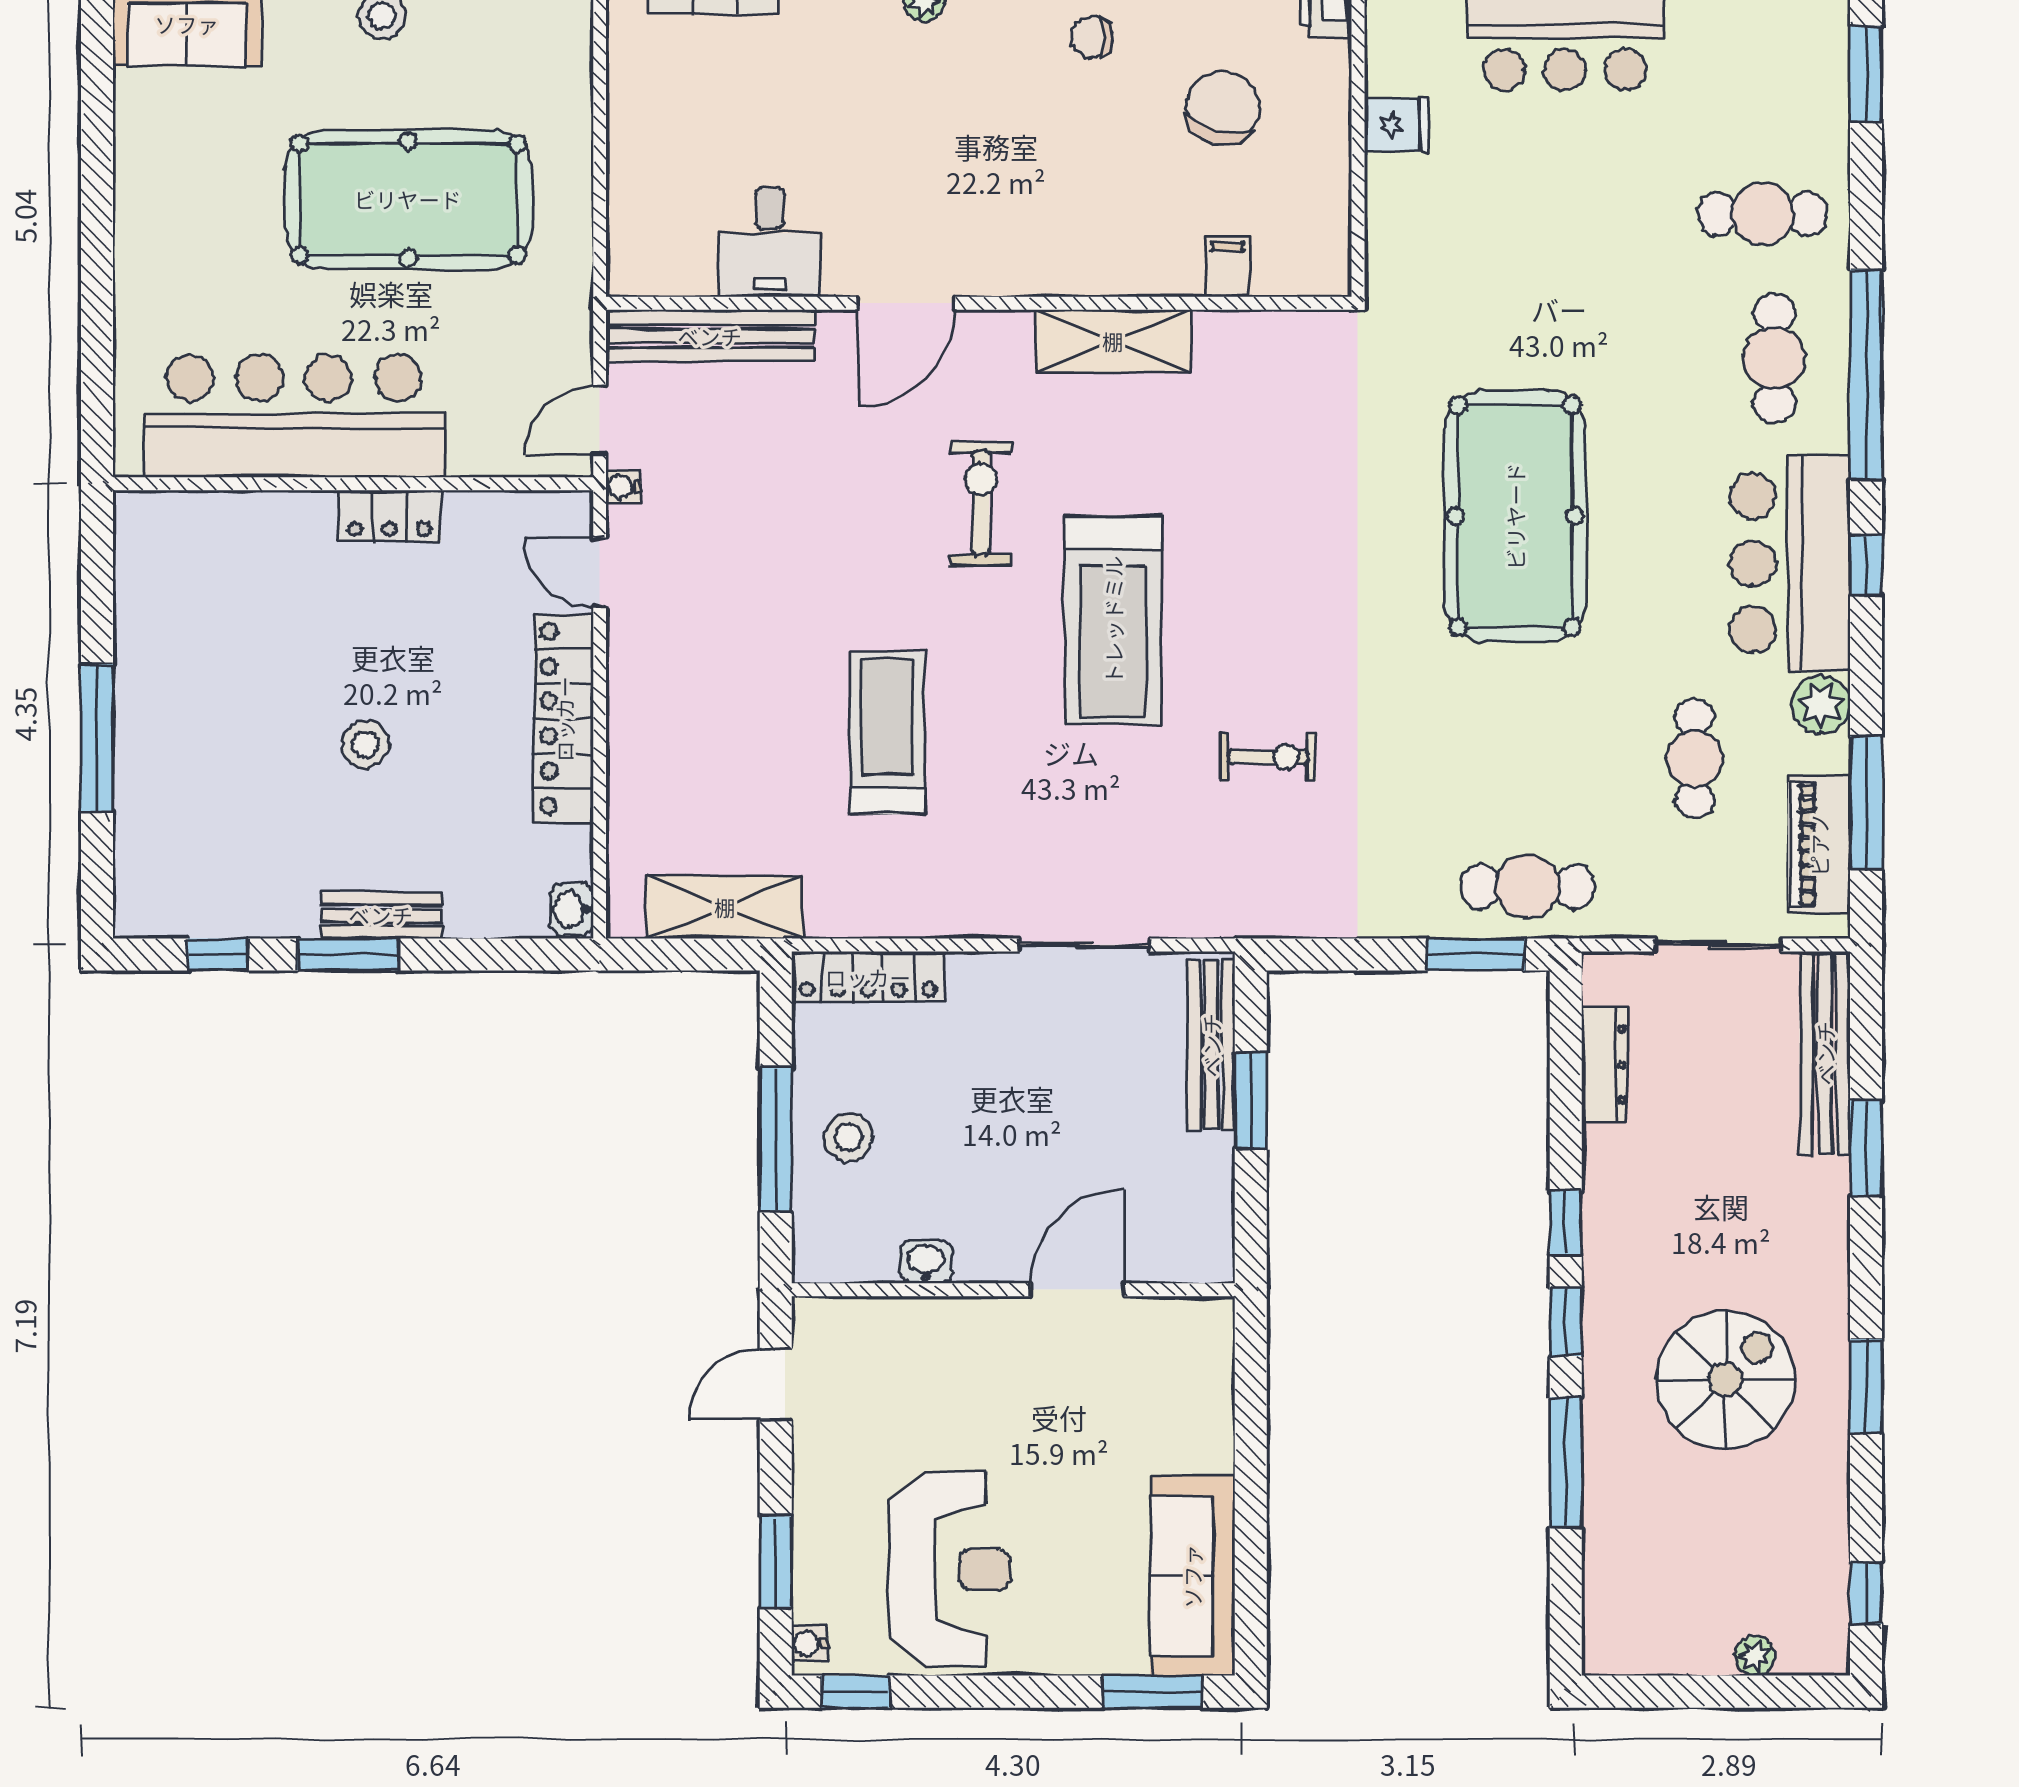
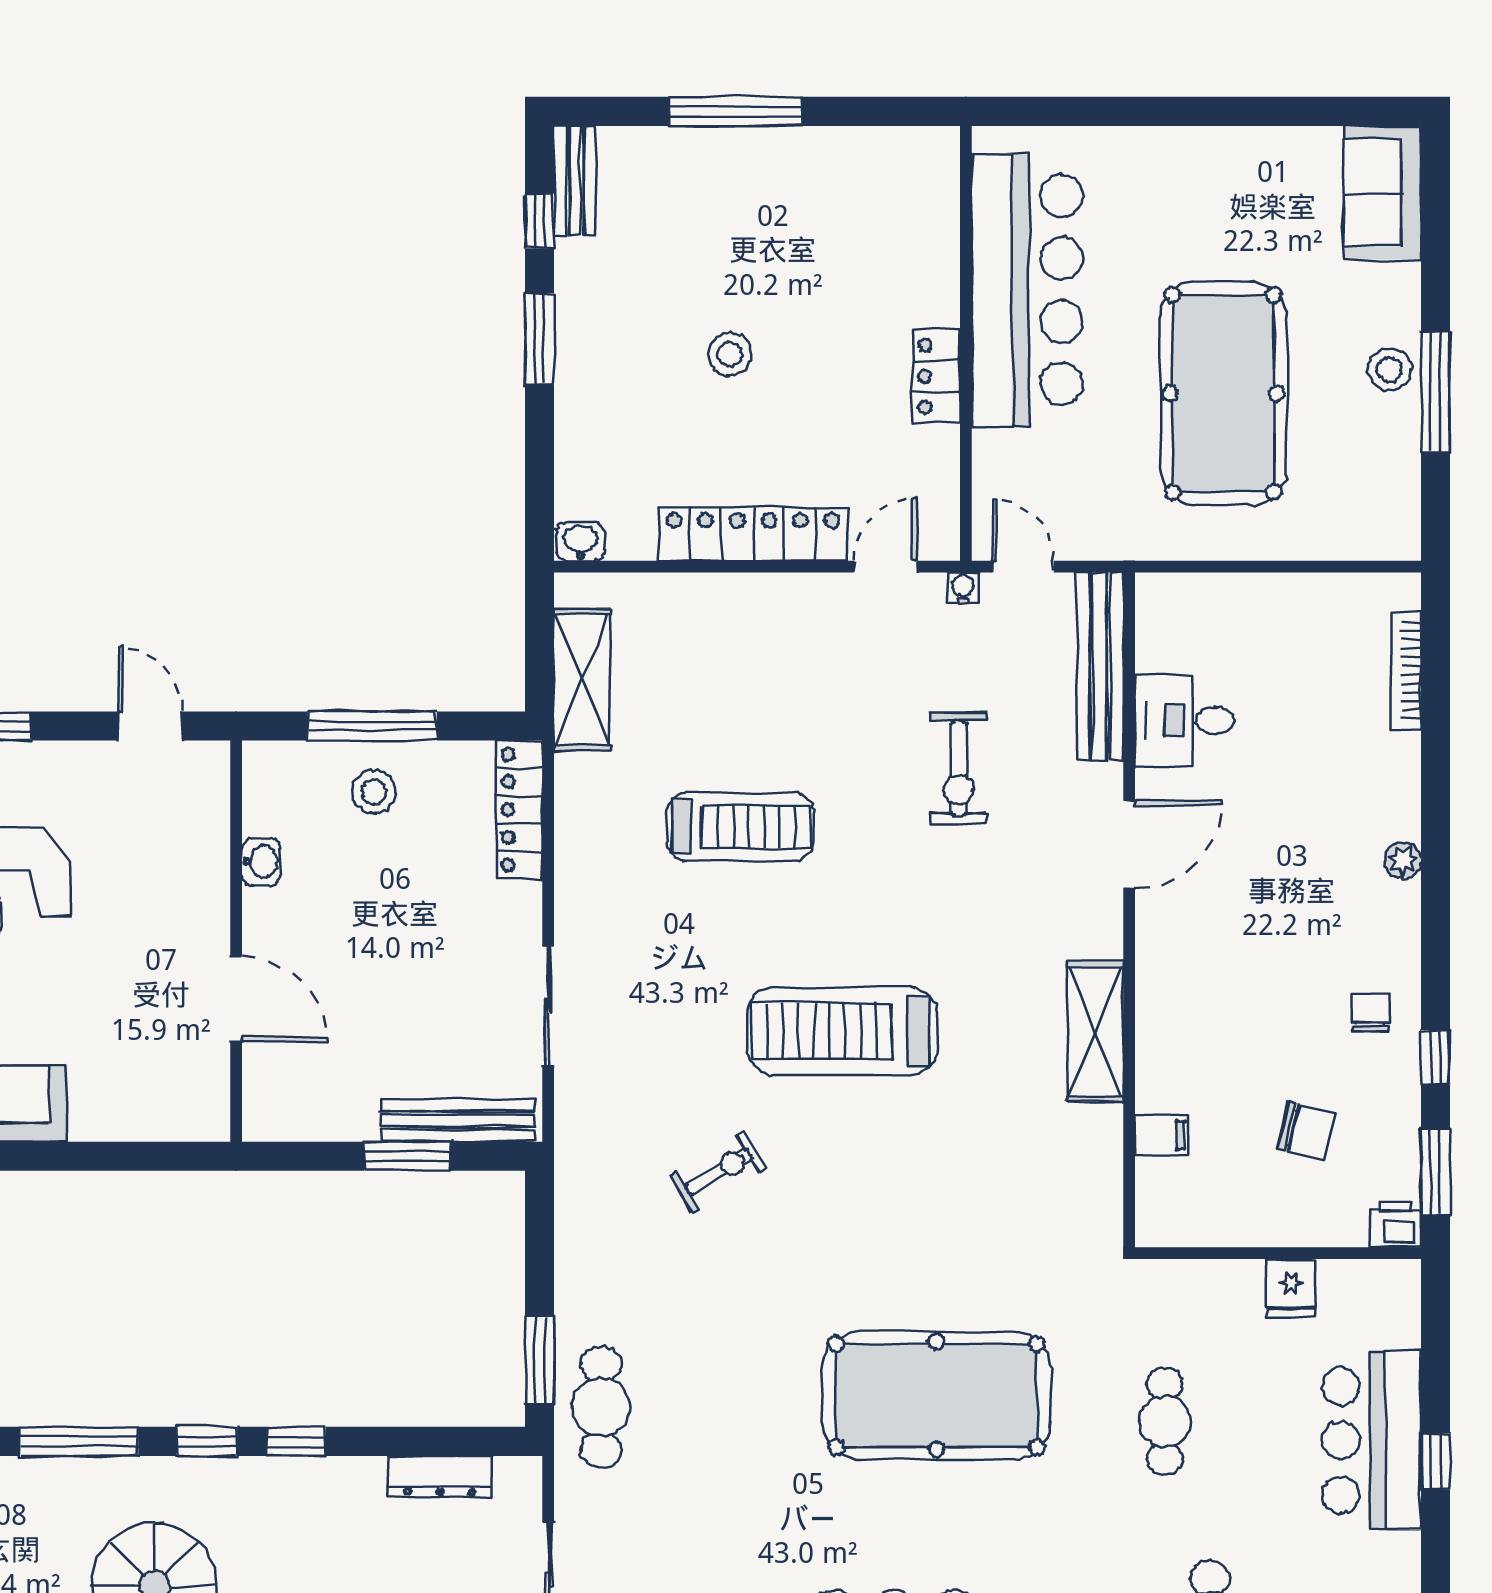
chair: (1223, 107) -> (1306, 1131), width x0.73, depth x0.73
door: (907, 303) -> (1129, 844), swing flipped
exercise bike: (981, 503) -> (959, 768), moved, turned 90
exercise bike: (1268, 757) -> (718, 1172), turned -121
cafe table: (1695, 759) -> (1165, 1421), moved, turned 90
bench: (381, 915) -> (575, 181), moved

